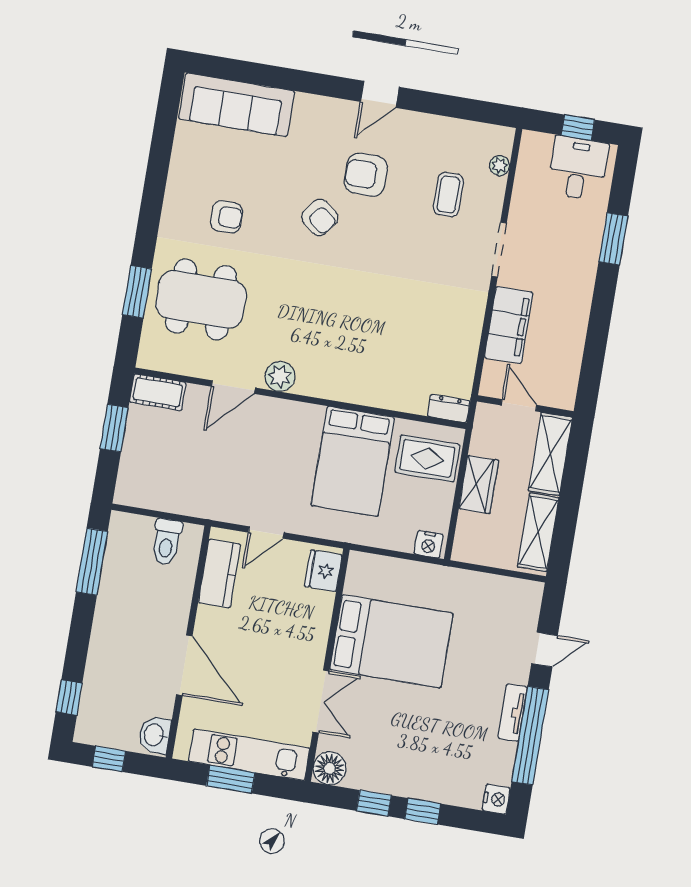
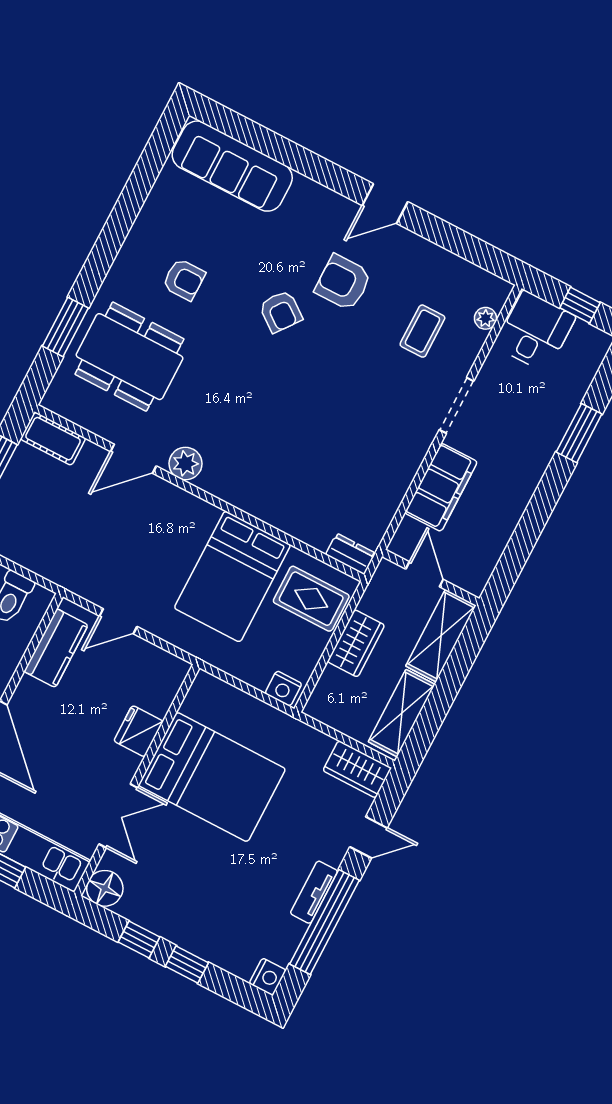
desk: (578, 168) -> (535, 331), moved
fridge: (323, 571) -> (139, 731), moved
wardrobe: (515, 594) -> (357, 769), added

